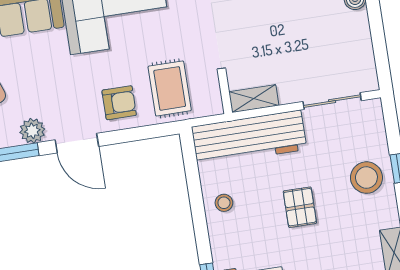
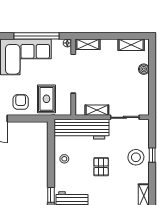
shelving: (254, 99) -> (97, 110), moved
armchair: (119, 103) -> (21, 102), turned -90

